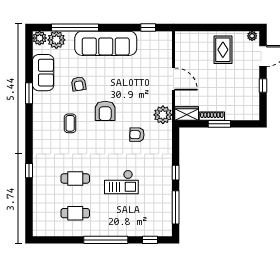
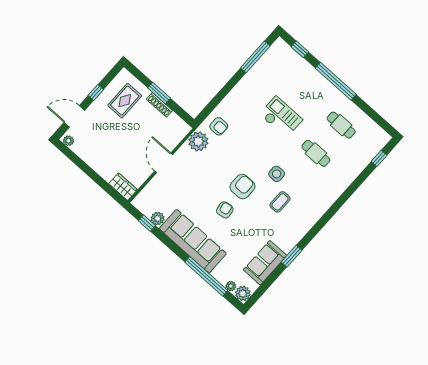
plant: (144, 37) -> (158, 218), added
plant: (56, 40) -> (231, 286), width x0.53, depth x0.53
rug: (223, 50) -> (125, 101), moved
armchair: (79, 84) -> (225, 210), moved
wardrobe: (187, 113) -> (123, 187), moved, turned 180
armchair: (137, 135) -> (219, 126), moved
side table: (90, 140) -> (277, 174), added
window: (29, 171) -> (379, 158), moved
window: (176, 173) -> (230, 85), removed

